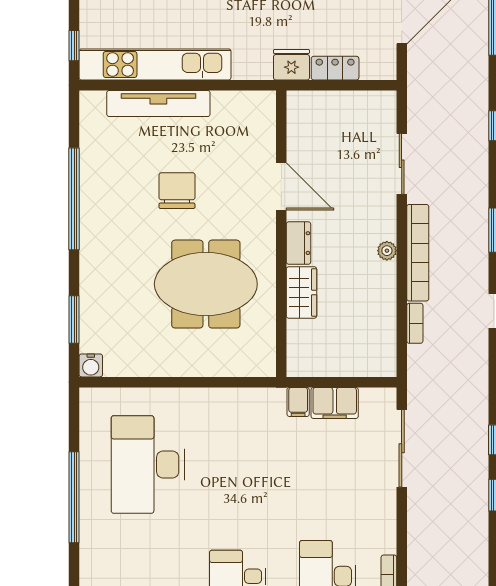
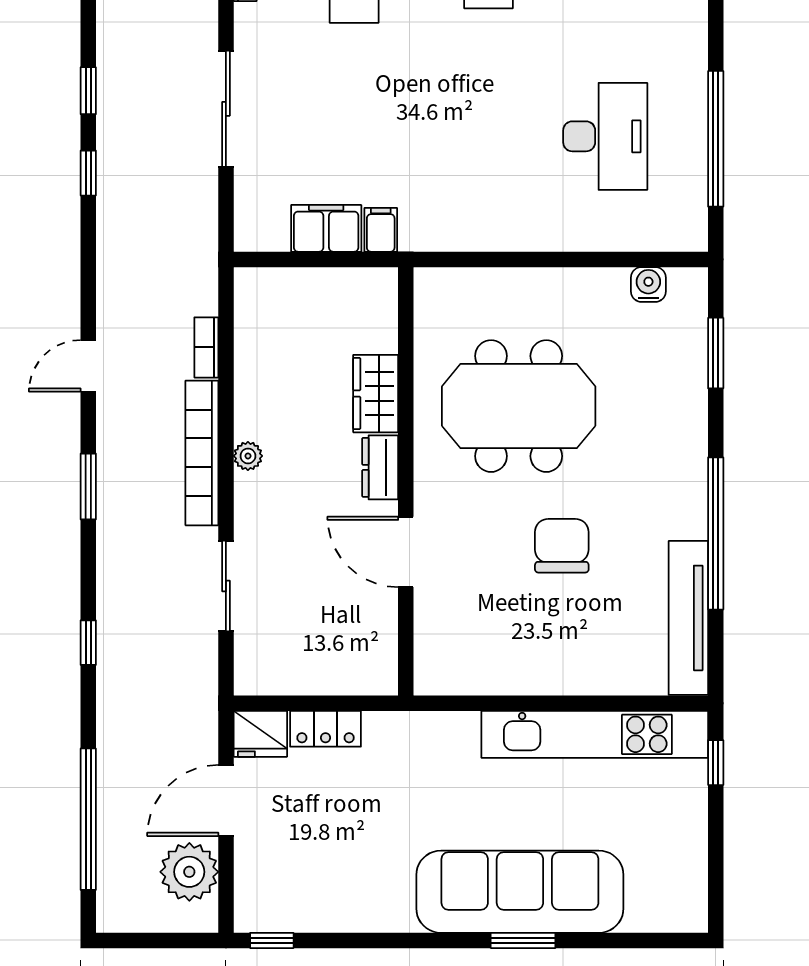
fridge: (291, 65) -> (260, 734), moved
tv unit: (158, 104) -> (688, 618), moved, turned -90
chair: (177, 191) -> (562, 546), turned 180
water cooler: (91, 365) -> (648, 284), moved
sliding door: (402, 448) -> (226, 109), moved
desk: (148, 465) -> (605, 136), width x0.73, depth x0.77
window: (74, 497) -> (716, 139), moved

